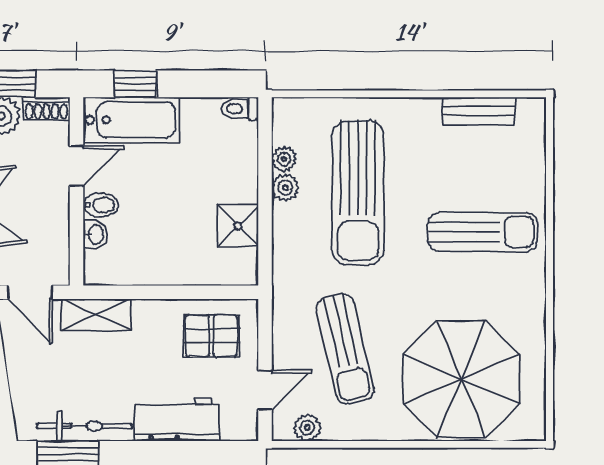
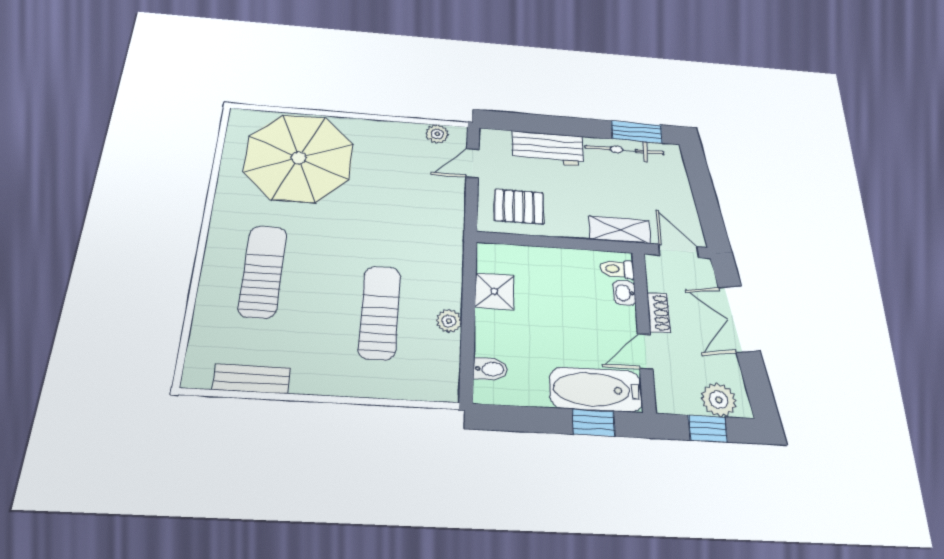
shoe rack: (46, 109) -> (659, 313), moved, turned 90
toilet: (240, 109) -> (617, 269), moved, turned 180
plant: (284, 159) -> (449, 346), removed
sun lounger: (358, 193) -> (380, 312), width x0.73, depth x0.75
bidet: (101, 205) -> (490, 369), moved, turned 180
sun lounger: (483, 232) -> (263, 271), turned 90
sun lounger: (345, 349) -> (401, 188), removed

